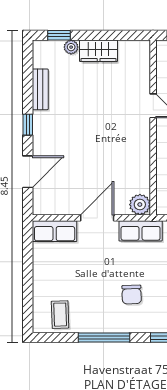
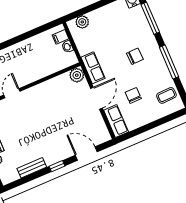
door: (97, 218) -> (96, 98), swing flipped
chair: (79, 269) -> (133, 95), added

